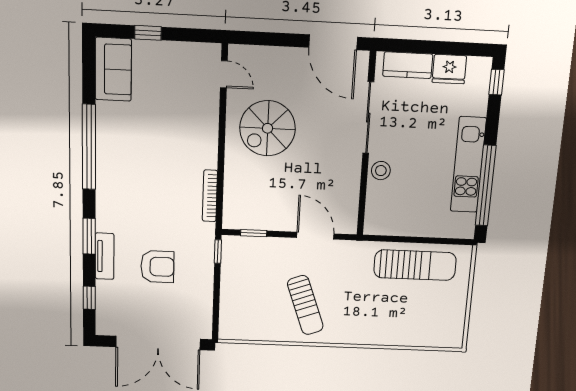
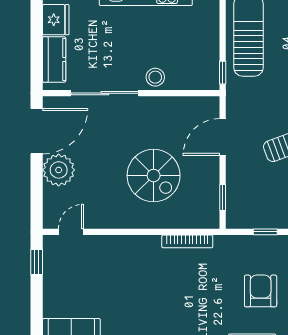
window: (148, 33) -> (37, 262), moved
plant: (290, 64) -> (59, 170), added
spiral stairs: (268, 128) -> (154, 176), moved
window: (380, 238) -> (223, 73), added
window: (218, 251) -> (265, 232), moved

